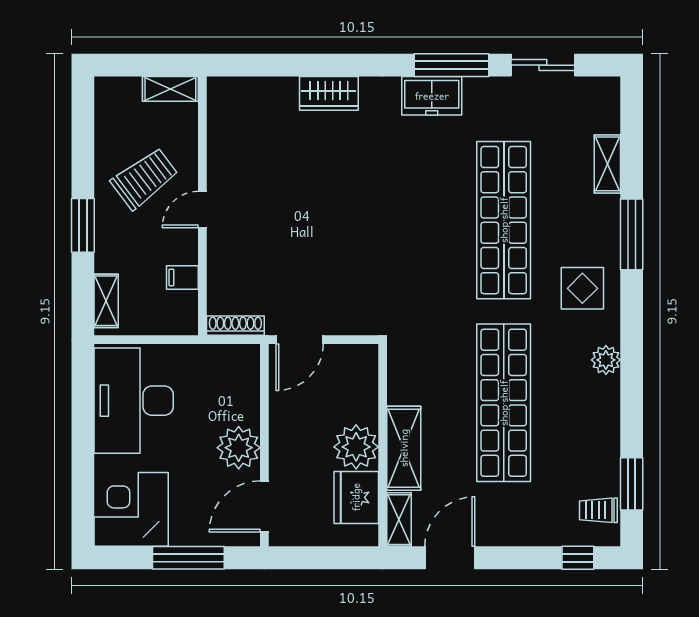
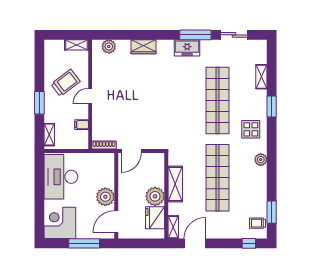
plant: (247, 93) -> (109, 46), added
window: (632, 234) -> (272, 106), width x0.69
shelving: (404, 448) -> (175, 184), moved

